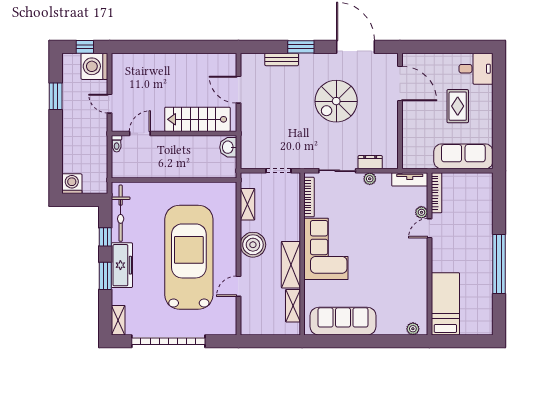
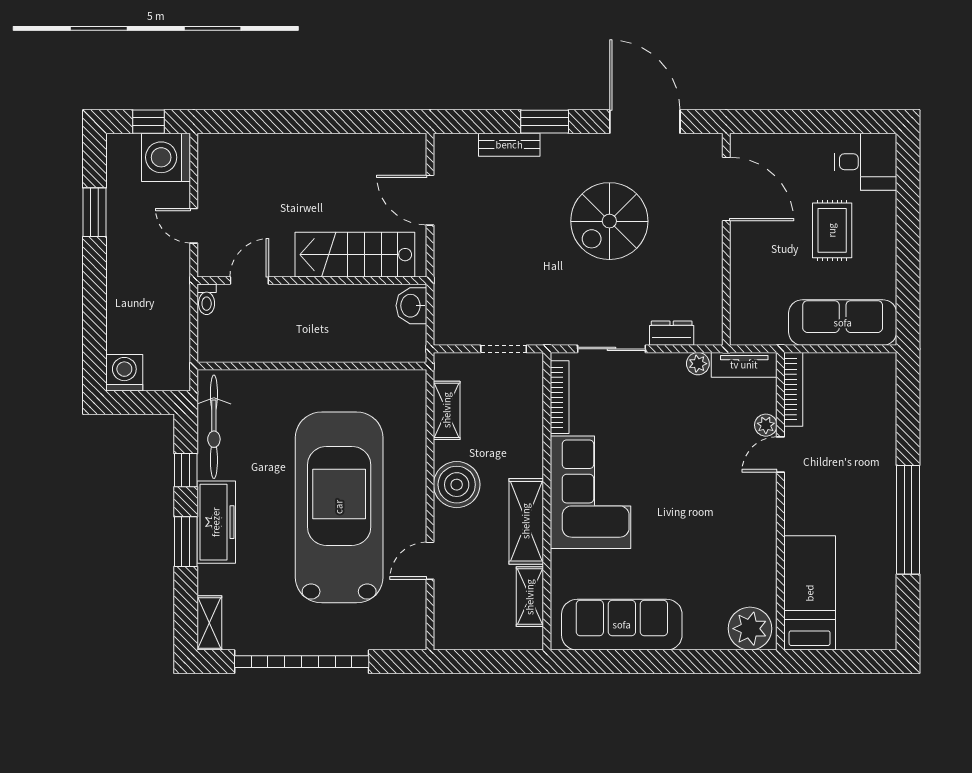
plant: (370, 179) -> (698, 364), moved
plant: (413, 329) -> (750, 629), width x1.87, depth x1.87

